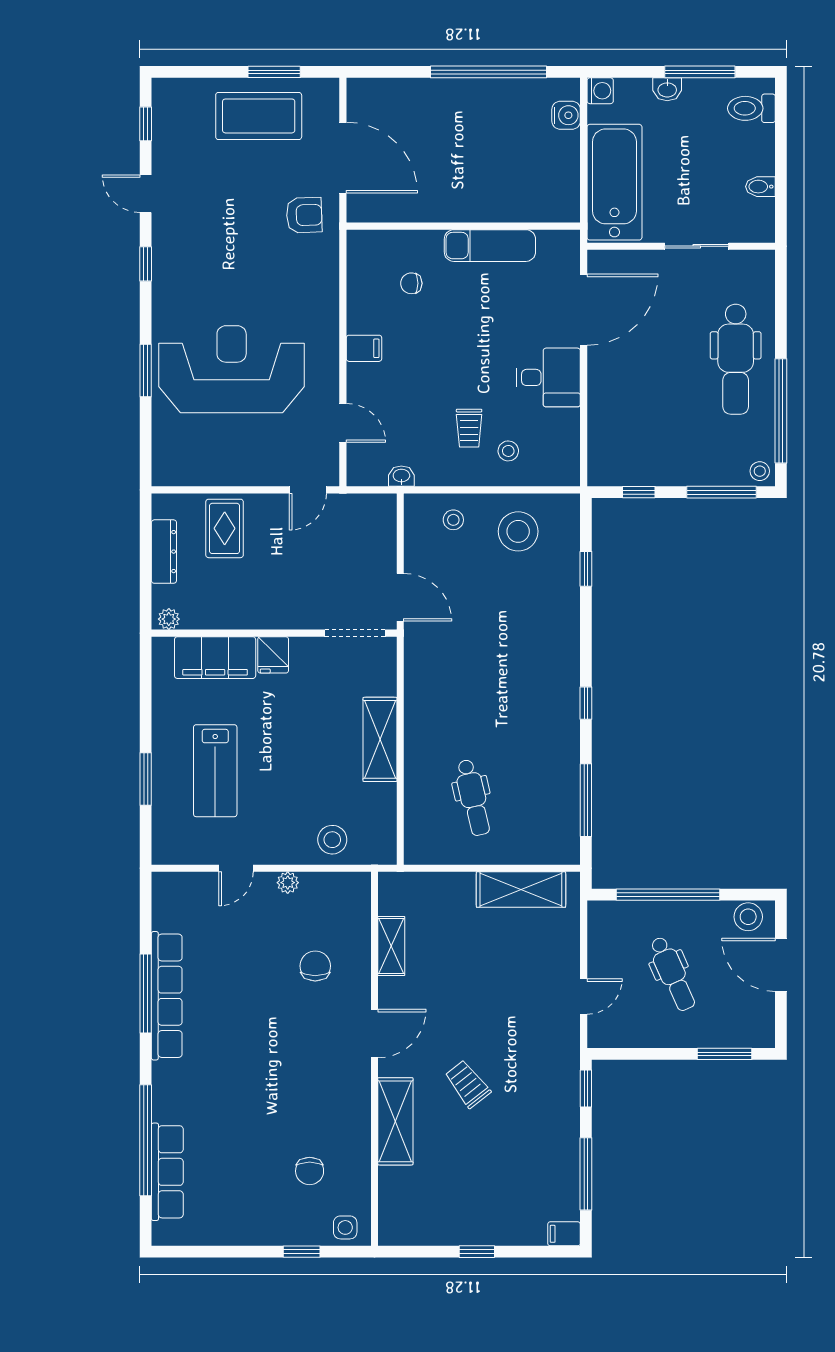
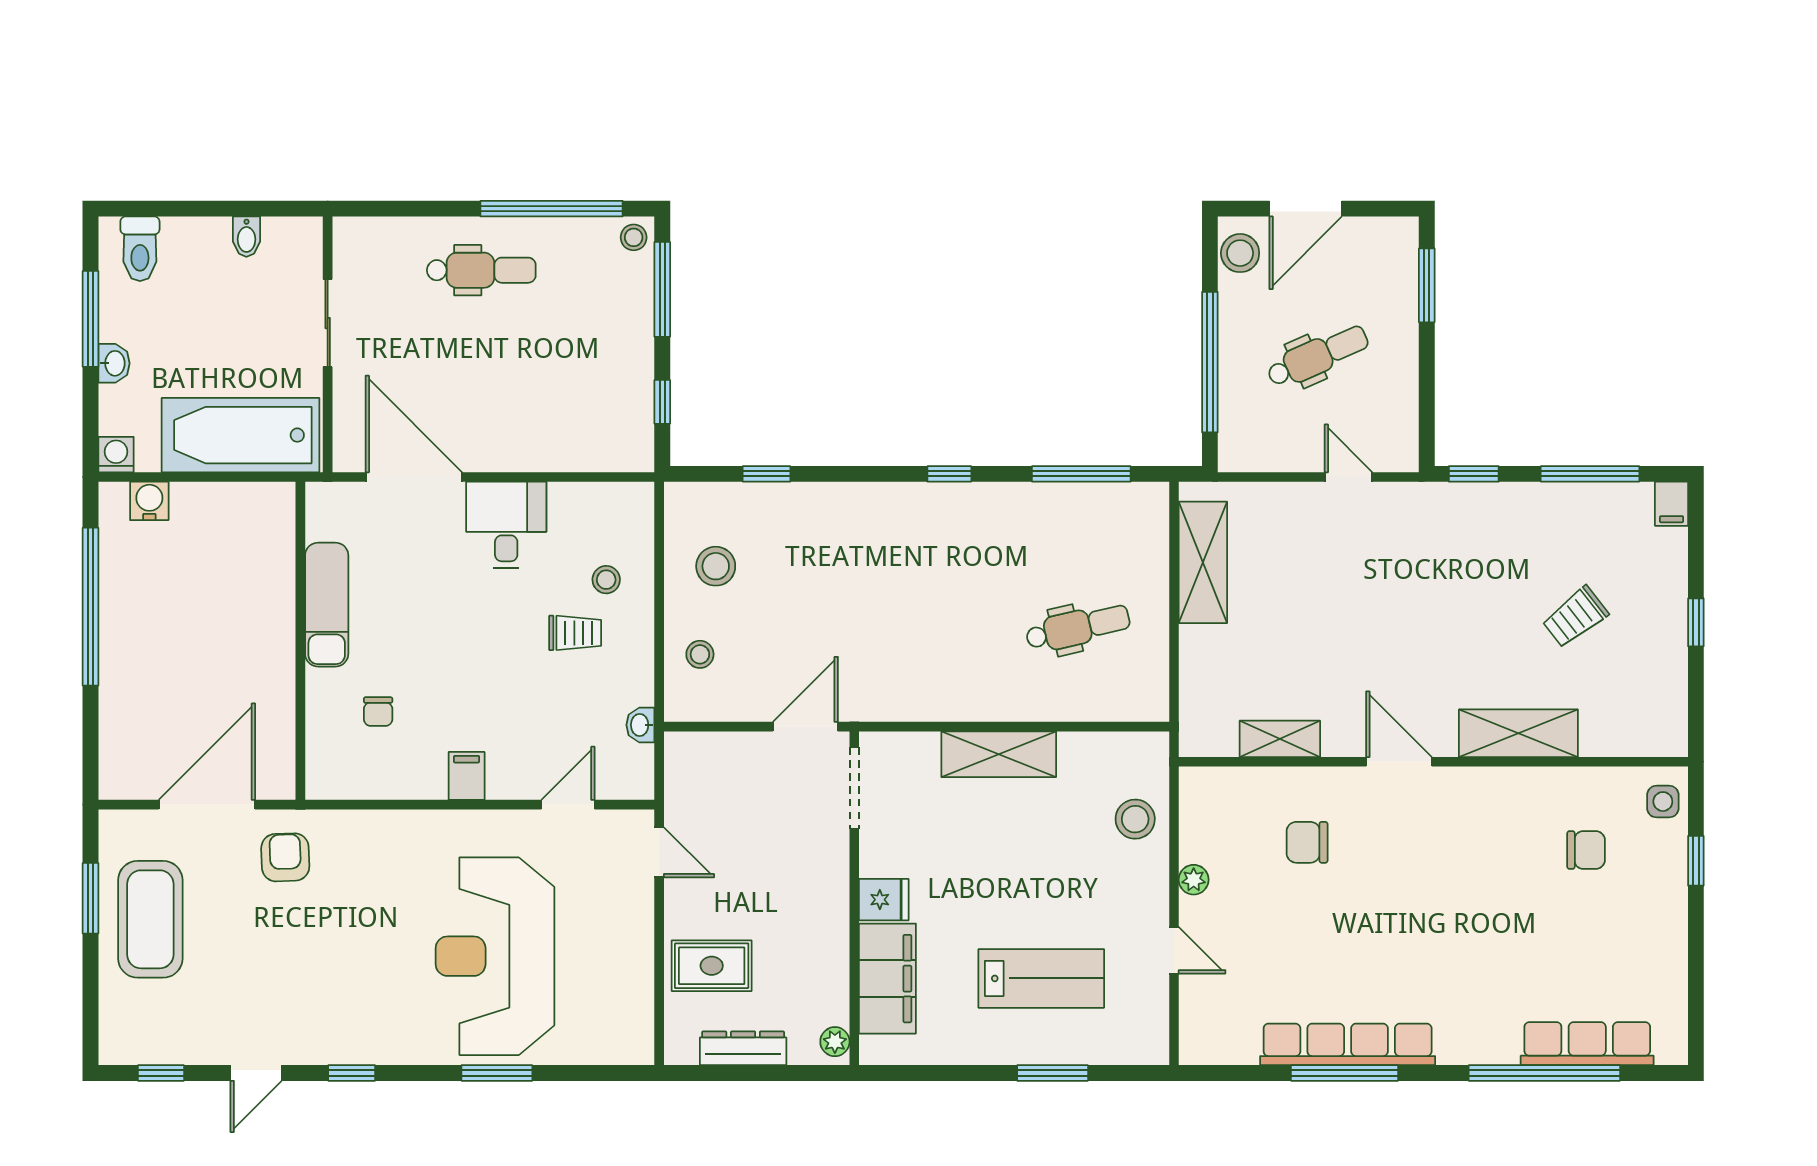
dental chair: (736, 359) -> (481, 270), width x0.73, depth x0.72
stool: (518, 531) -> (716, 566), width x0.73, depth x0.73
trolley: (468, 1084) -> (1575, 617), moved

